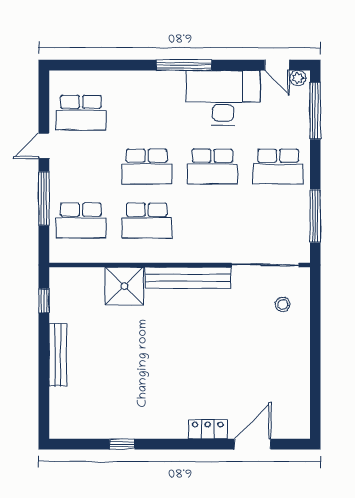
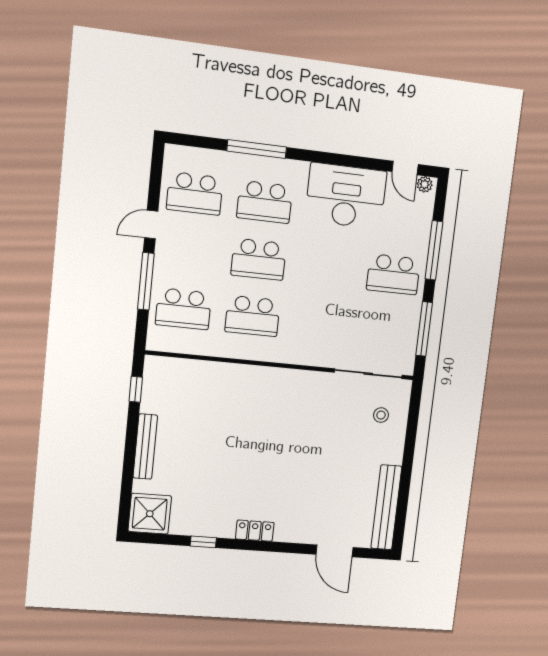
window: (184, 65) -> (257, 149), moved
window: (315, 111) -> (434, 250), moved
school desk: (212, 167) -> (265, 202), moved
bench: (188, 278) -> (386, 507), moved, turned 90
shower: (124, 286) -> (150, 514), moved
locker: (208, 429) -> (255, 531), moved
door: (252, 444) -> (335, 551), swing flipped

